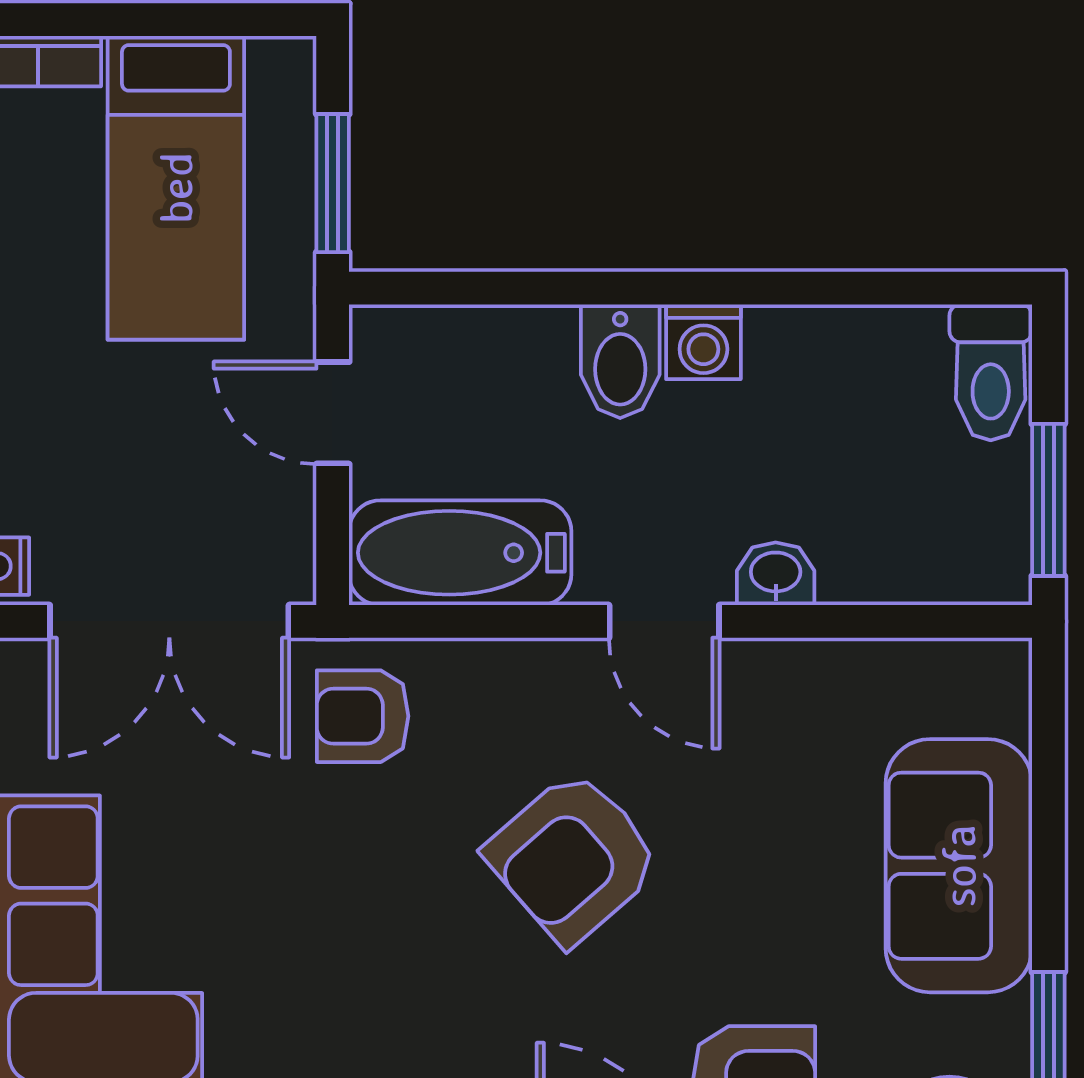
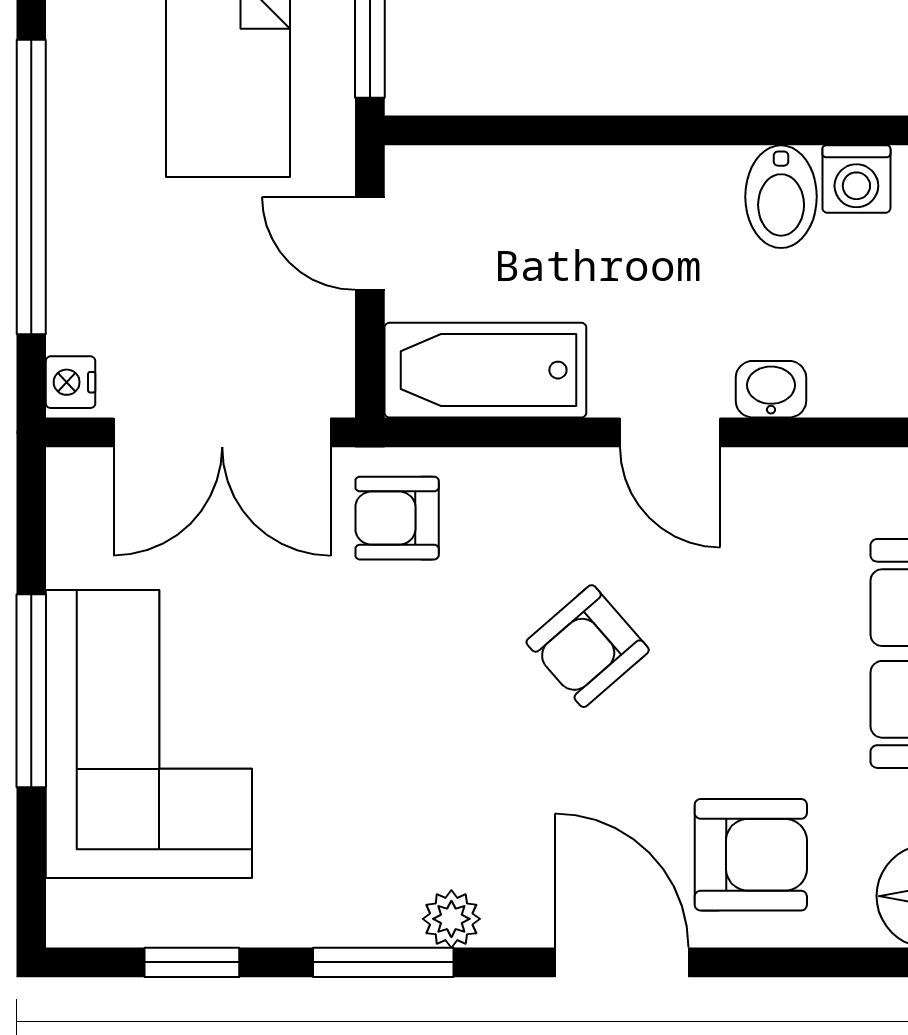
washing machine: (703, 342) -> (856, 179), moved
bidet: (620, 361) -> (781, 197), moved
armchair: (573, 858) -> (588, 646), width x0.72, depth x0.72

